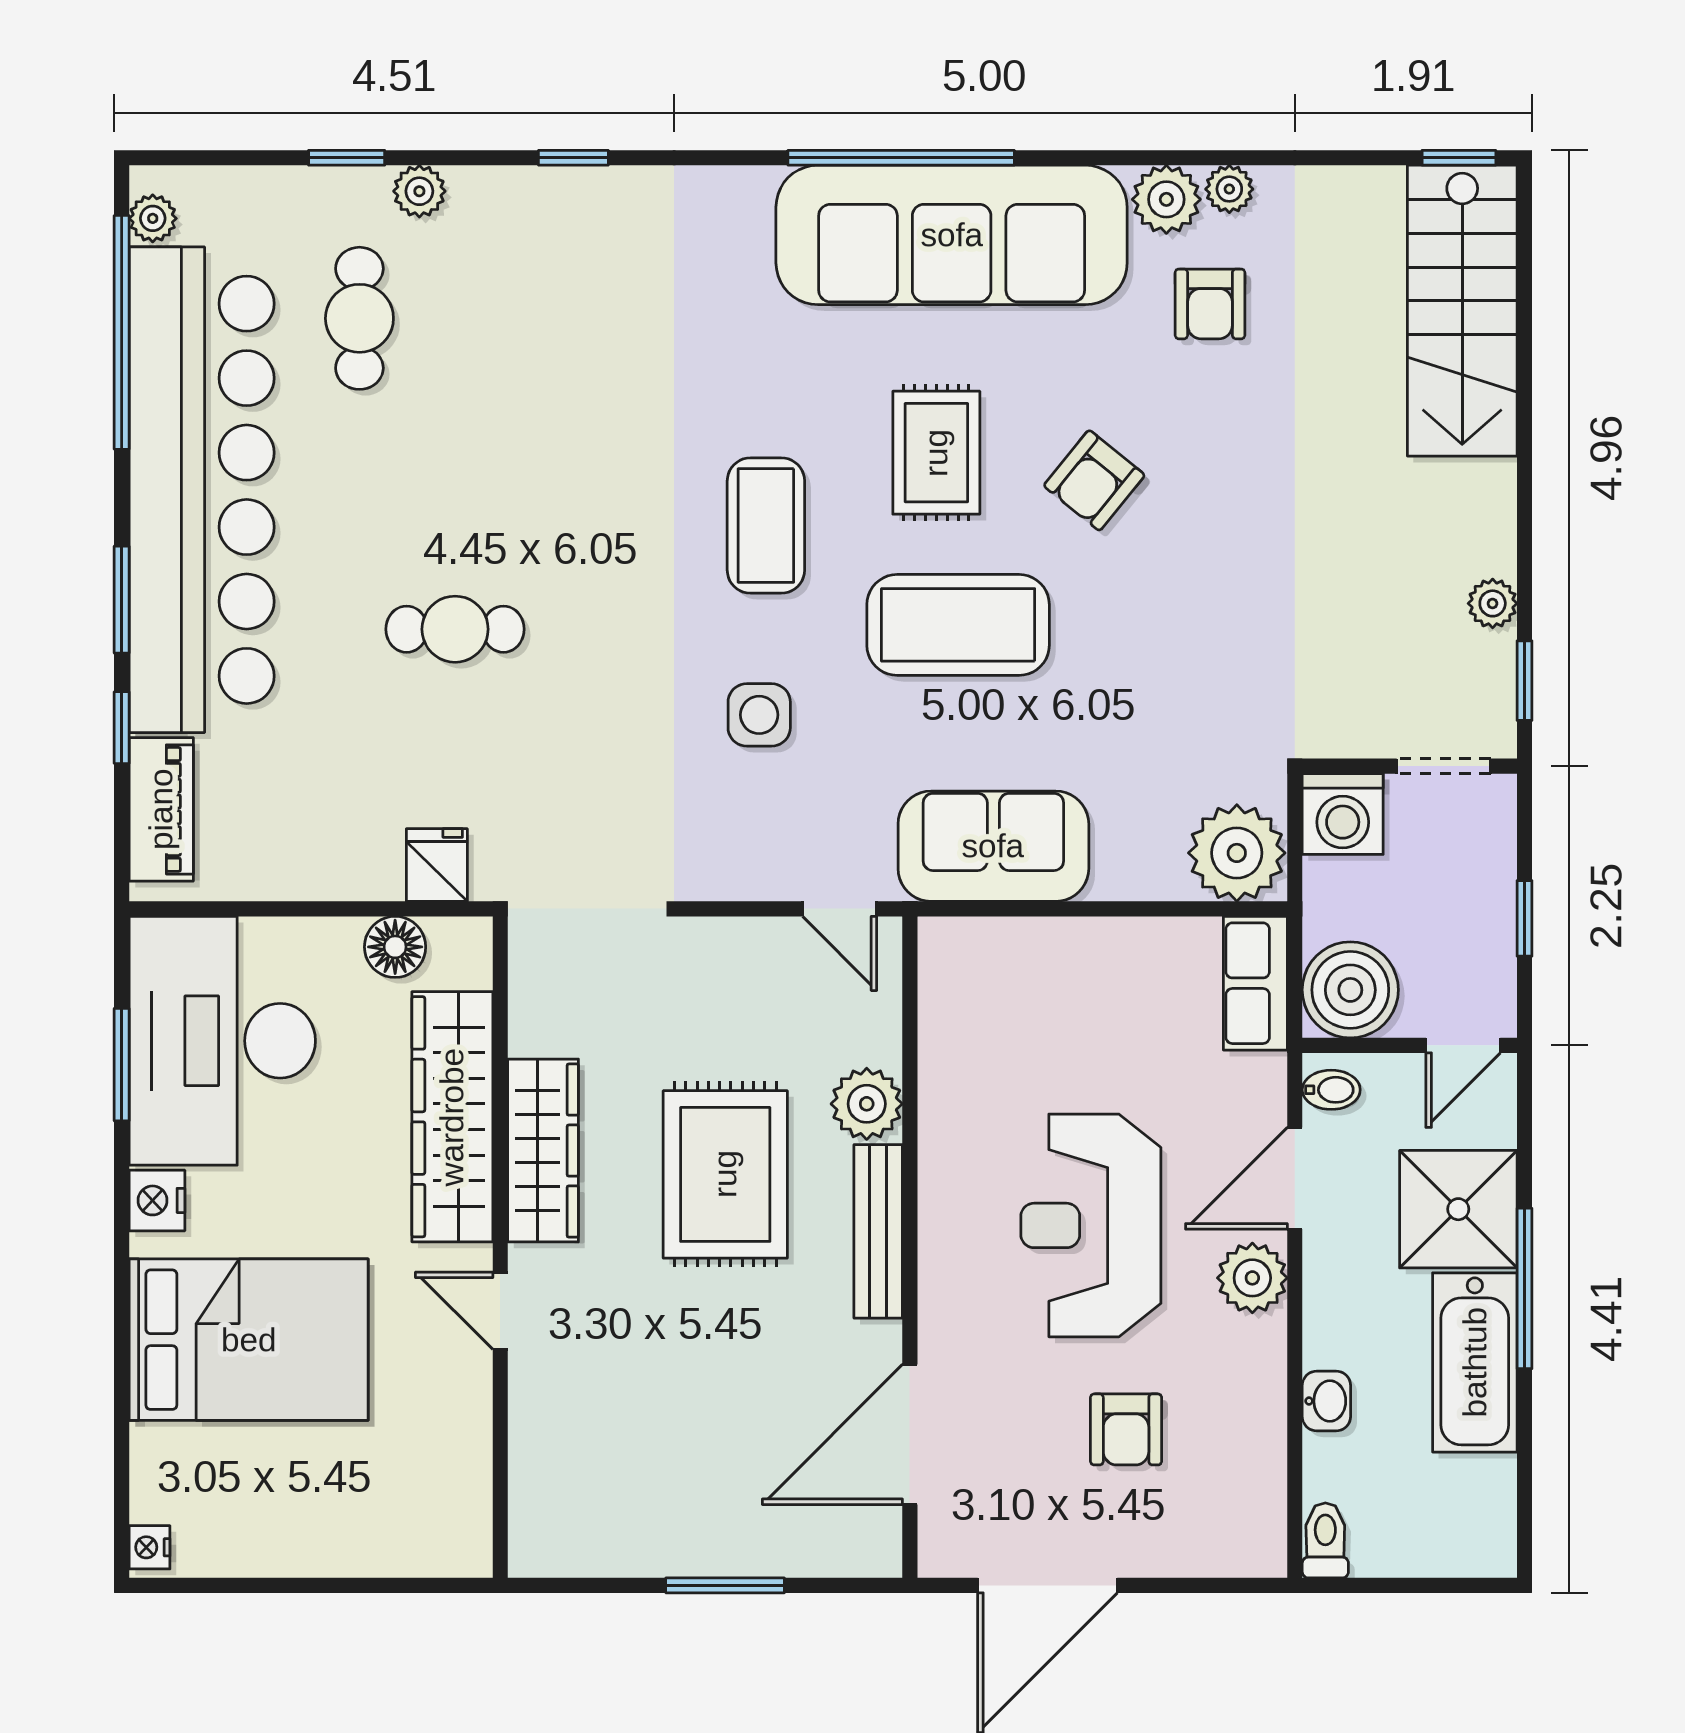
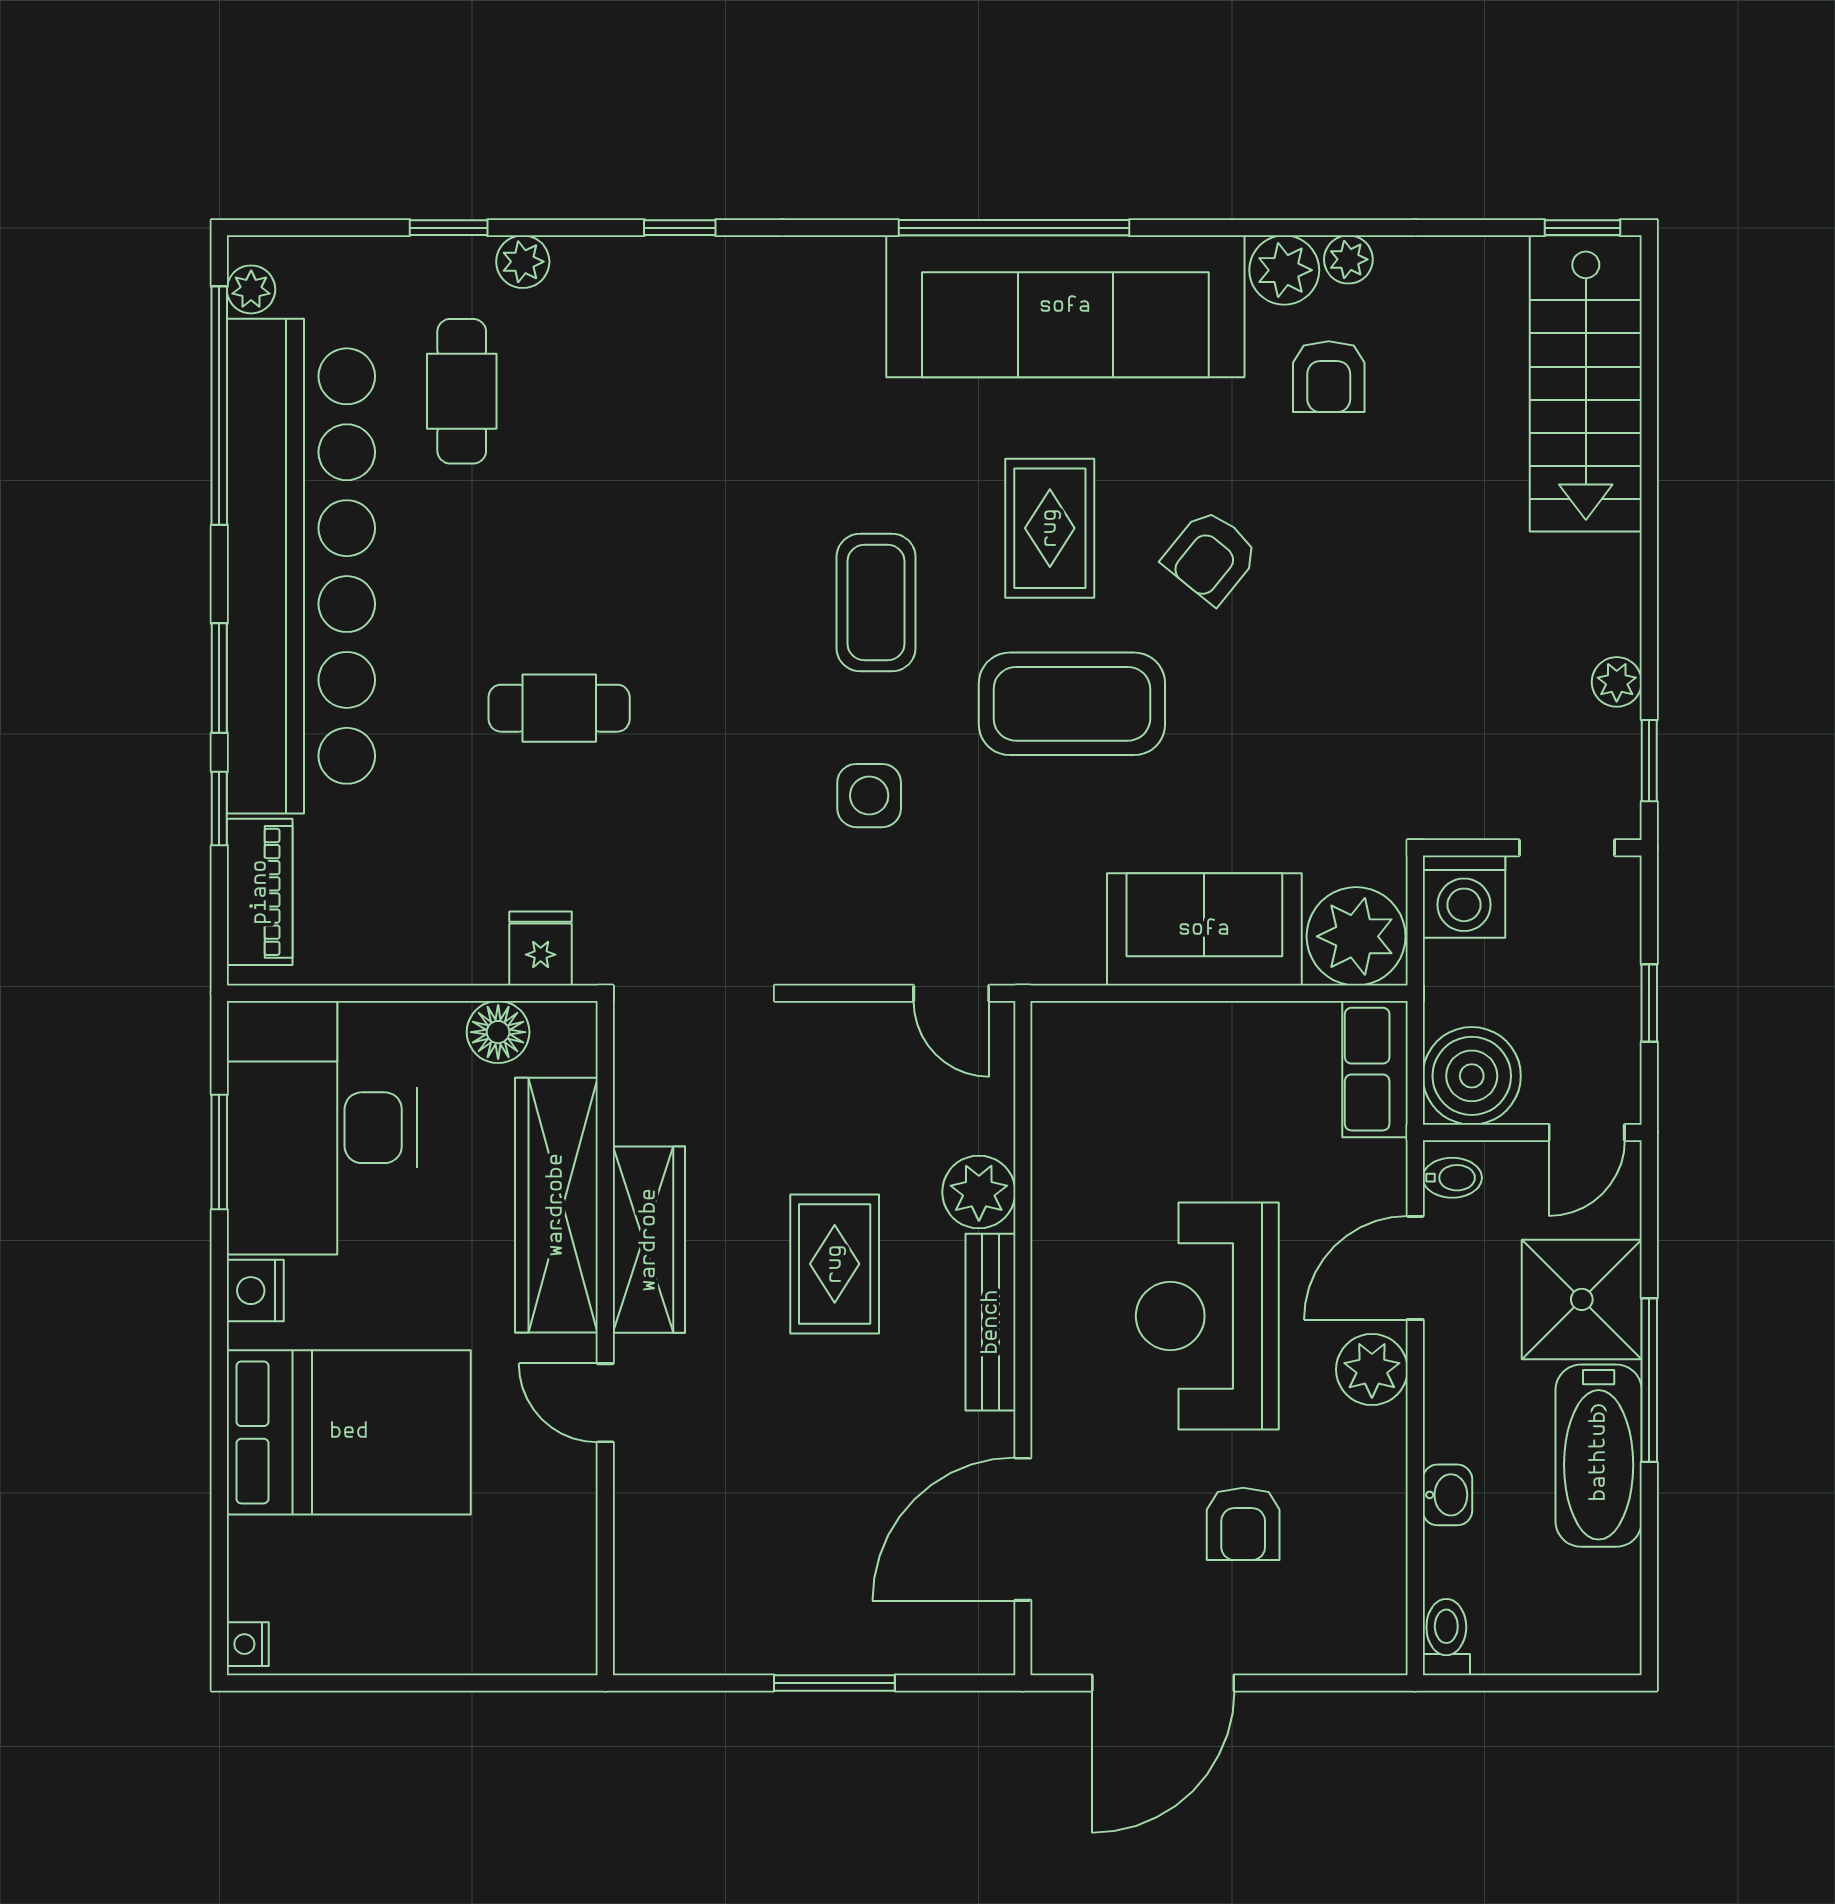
sofa: (993, 846) -> (1204, 929), moved
rug: (725, 1174) -> (835, 1264), width x0.73, depth x0.70

